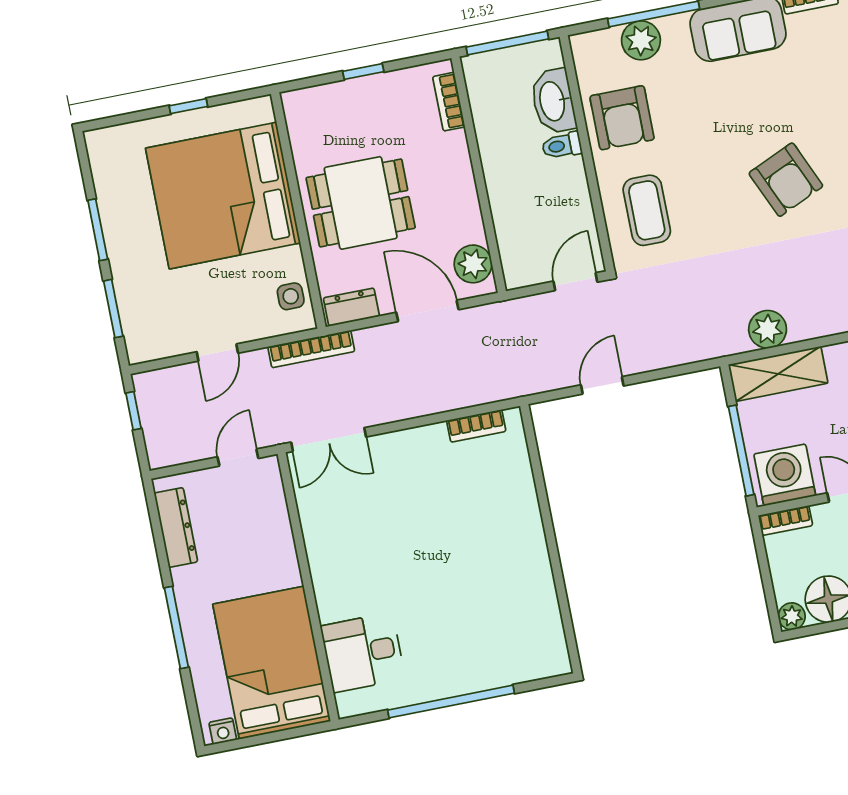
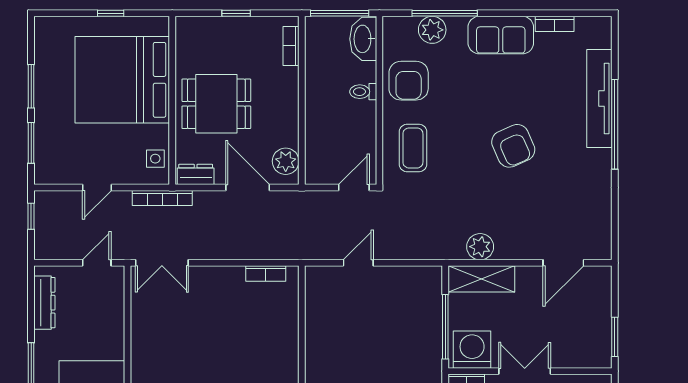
washbasin: (553, 101) -> (363, 39), moved

